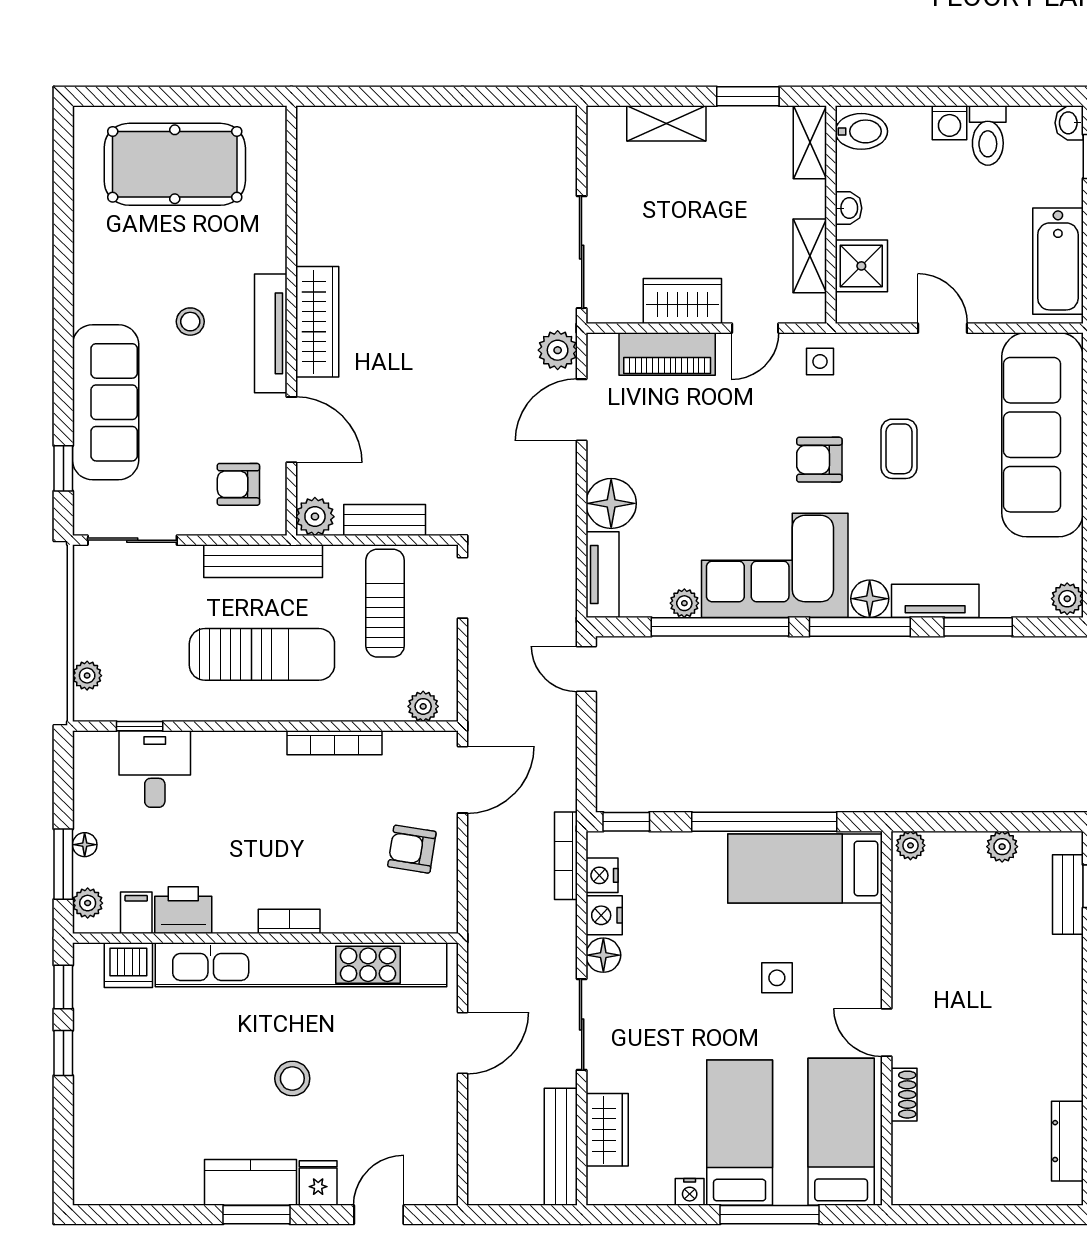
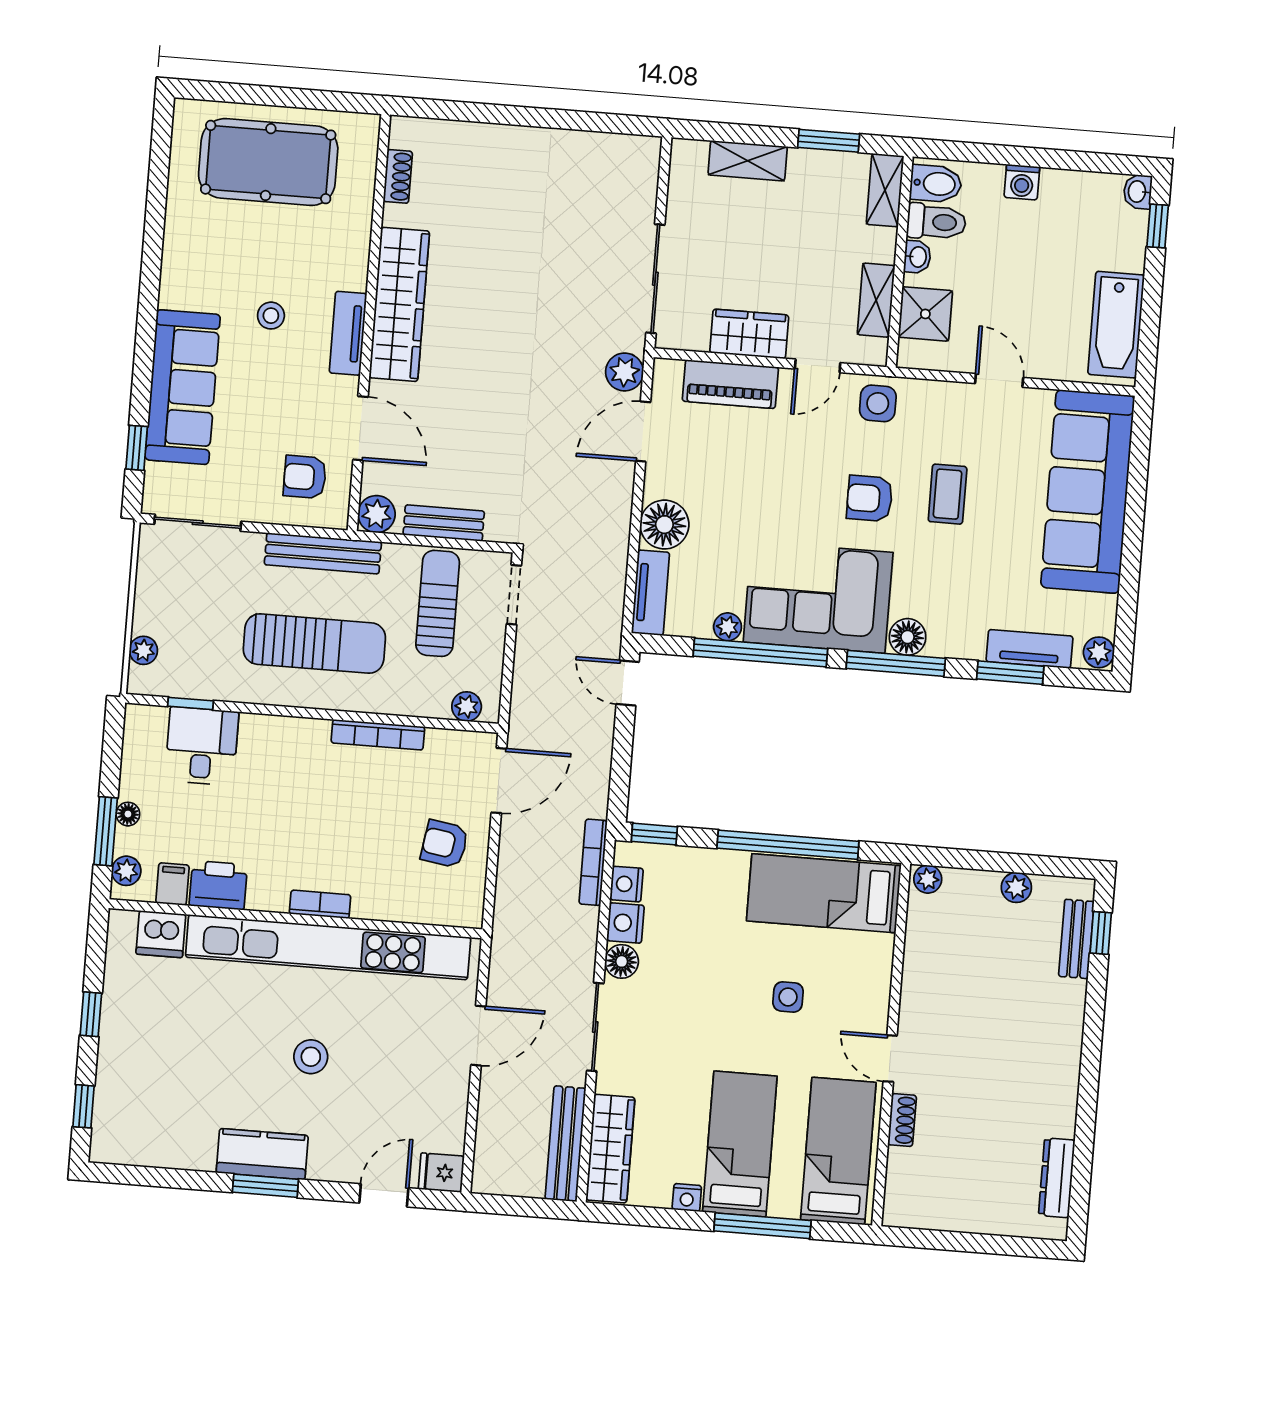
toilet: (988, 135) -> (936, 222), moved, turned -90
shoe rack: (309, 168) -> (398, 176), added
wardrobe: (317, 322) -> (399, 304), width x1.40, depth x1.17
tv unit: (271, 333) -> (348, 333), width x0.71
side table: (820, 362) -> (878, 403), width x1.37, depth x1.37
tv unit: (935, 601) -> (1030, 649), moved
window: (63, 987) -> (84, 1106), moved
wardrobe: (607, 1130) -> (610, 1149), width x1.50
fridge: (318, 1183) -> (441, 1173), moved, turned -90

